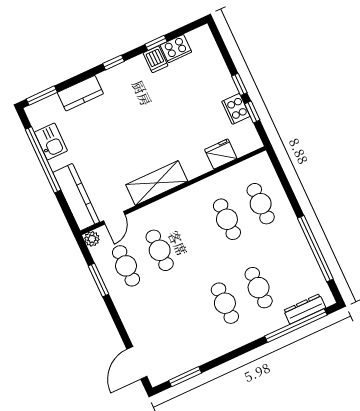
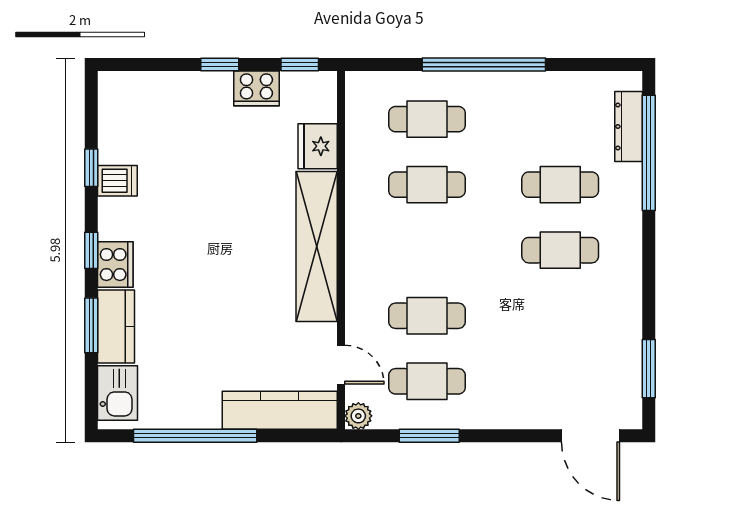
cooker: (176, 49) -> (115, 265), moved
window: (42, 96) -> (91, 325), moved
window: (252, 112) -> (300, 65), moved
kitchen sink: (51, 141) -> (117, 393), moved, turned 90
shelving: (157, 183) -> (317, 247), width x1.47
window: (315, 249) -> (484, 65), moved

